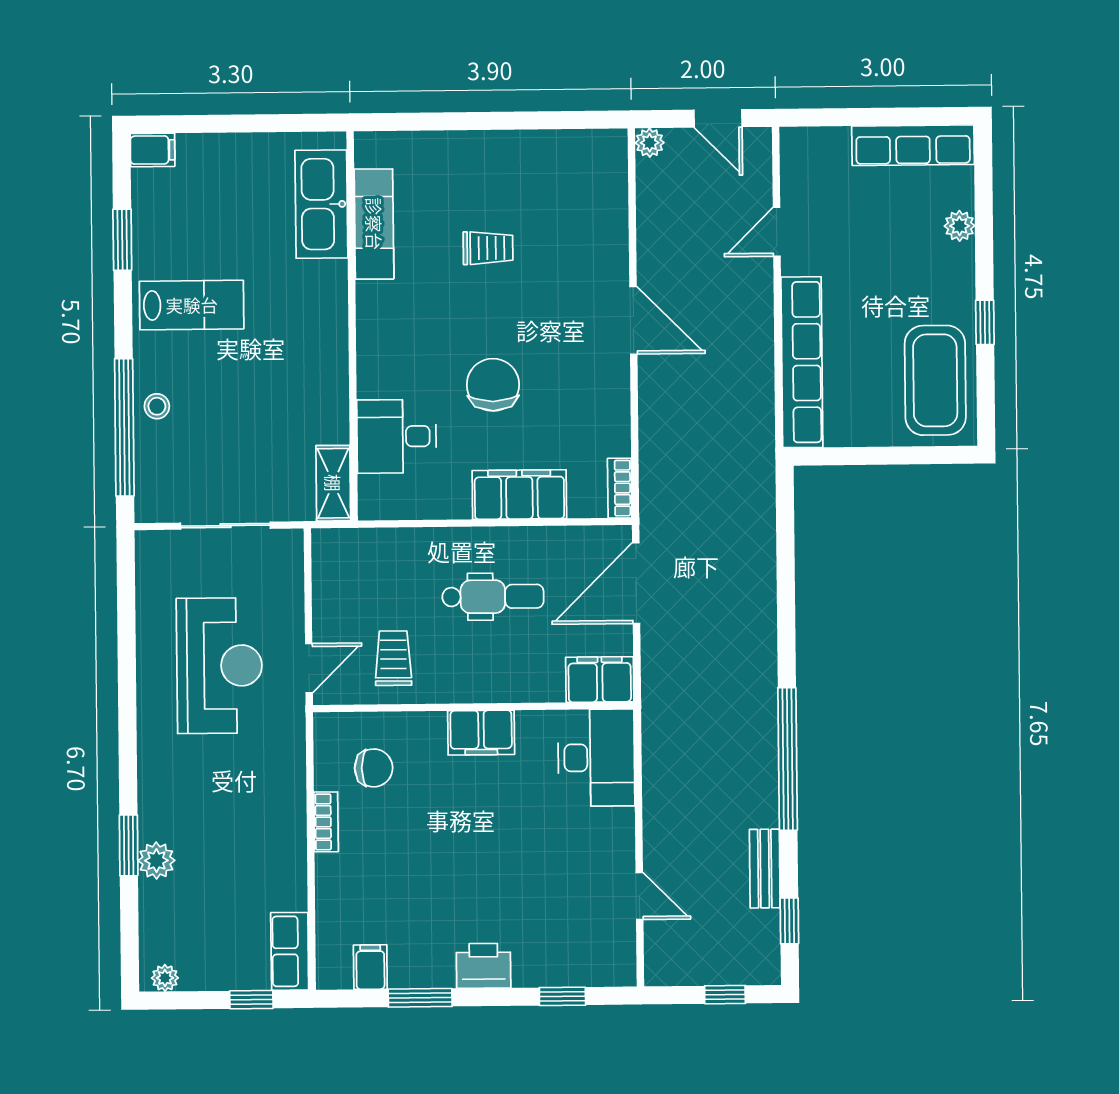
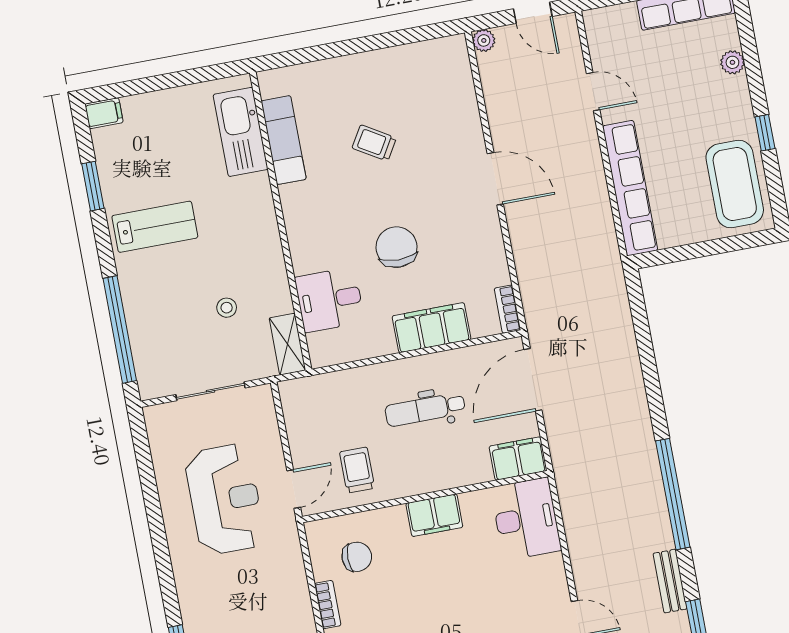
door: (777, 232) -> (593, 92), swing flipped
trolley: (488, 248) -> (374, 143), turned -149
stool: (157, 406) -> (227, 308), moved
dental chair: (493, 597) -> (425, 409), turned 180

